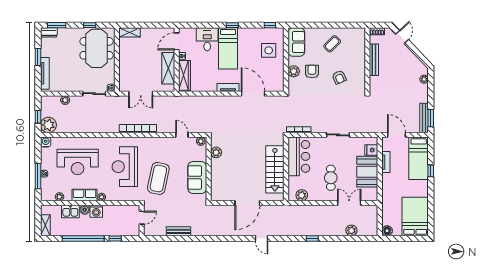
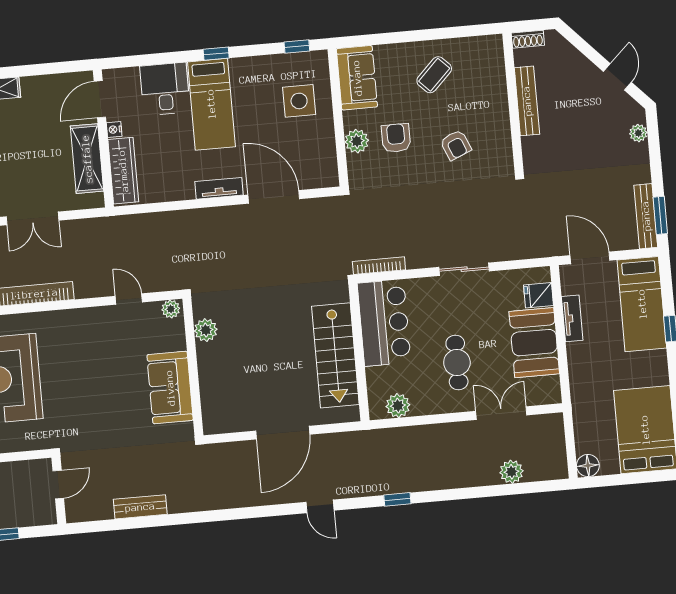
door: (402, 37) -> (617, 77), moved
coffee table: (158, 178) -> (87, 397), removed
window: (312, 239) -> (397, 499), moved

